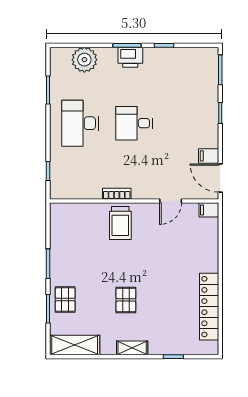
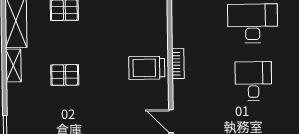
shelving: (132, 348) -> (13, 66), moved

